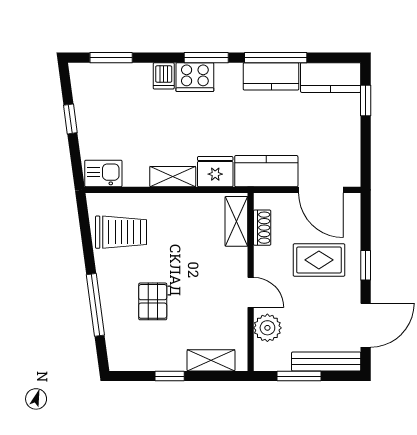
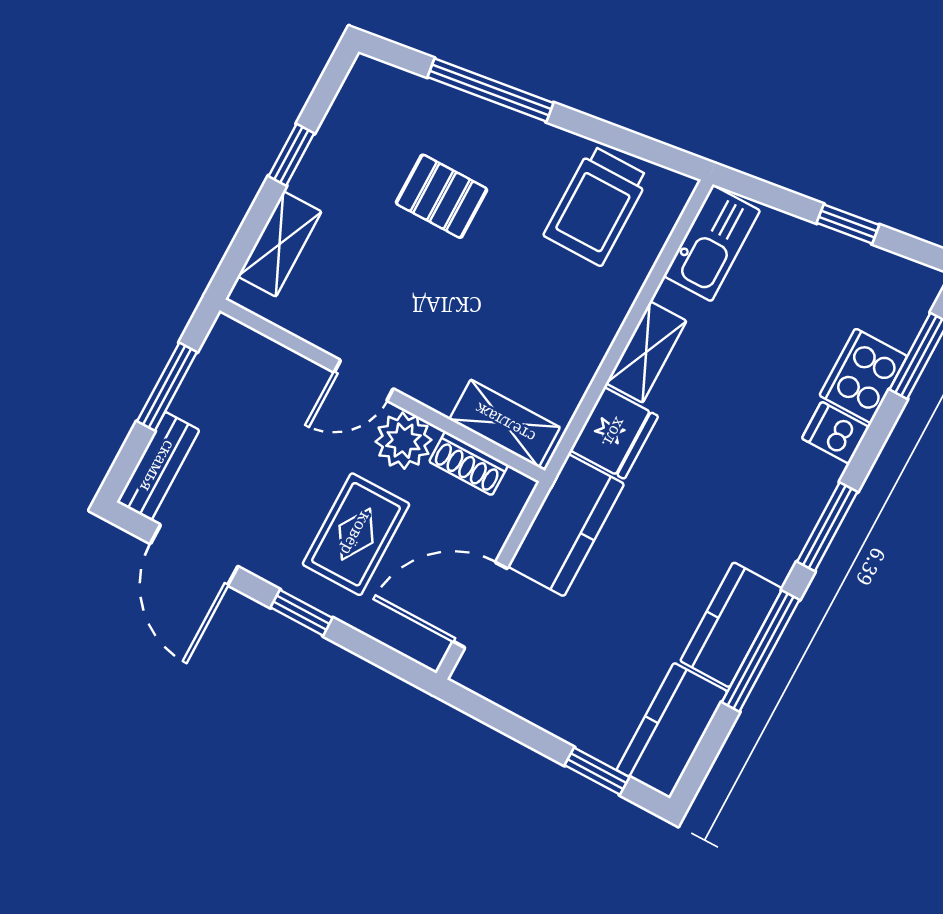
cooker: (195, 77) -> (863, 376), moved
kitchen sink: (103, 173) -> (712, 243), width x1.38
plant: (267, 328) -> (403, 441), moved
bench: (326, 362) -> (158, 466), width x0.73

